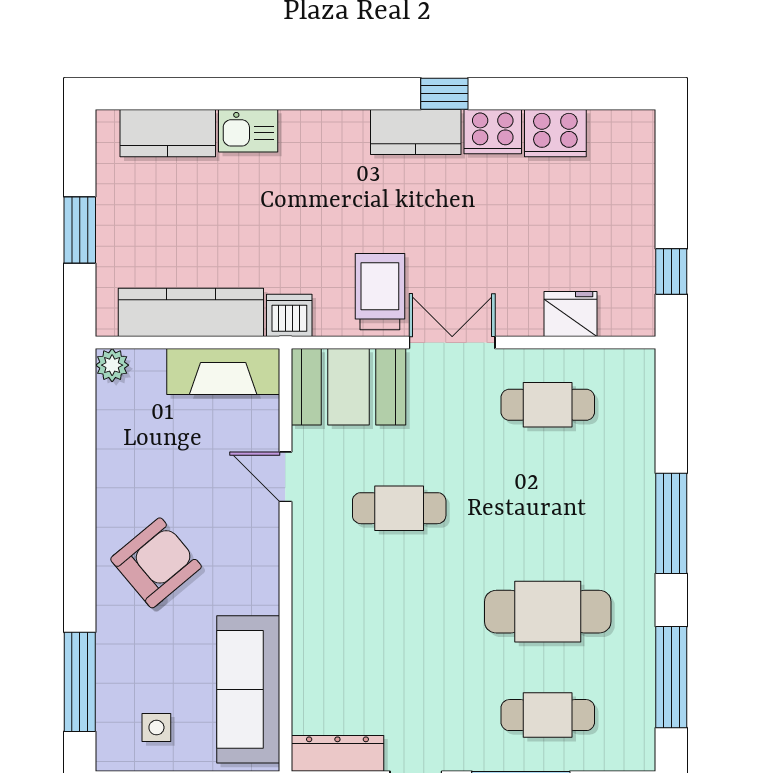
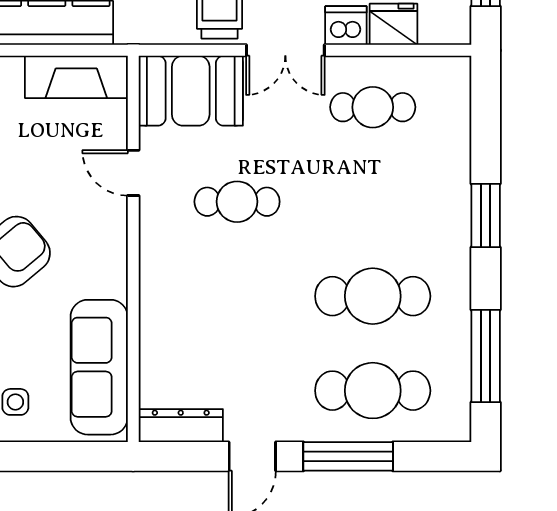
dishwasher: (289, 315) -> (346, 26), moved
double door: (452, 342) -> (285, 50), swing flipped
window: (671, 523) -> (486, 216), width x0.69
cafe table: (548, 715) -> (373, 391), width x1.37, depth x1.35

